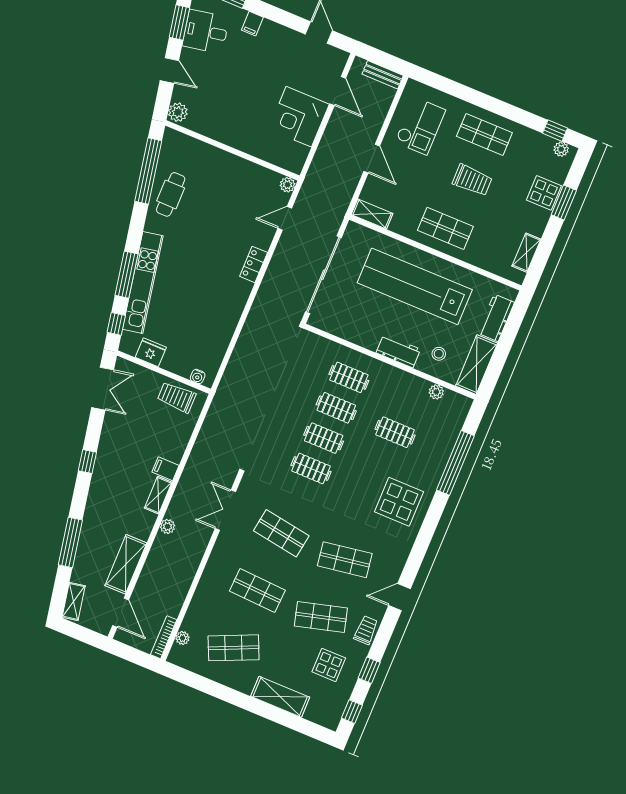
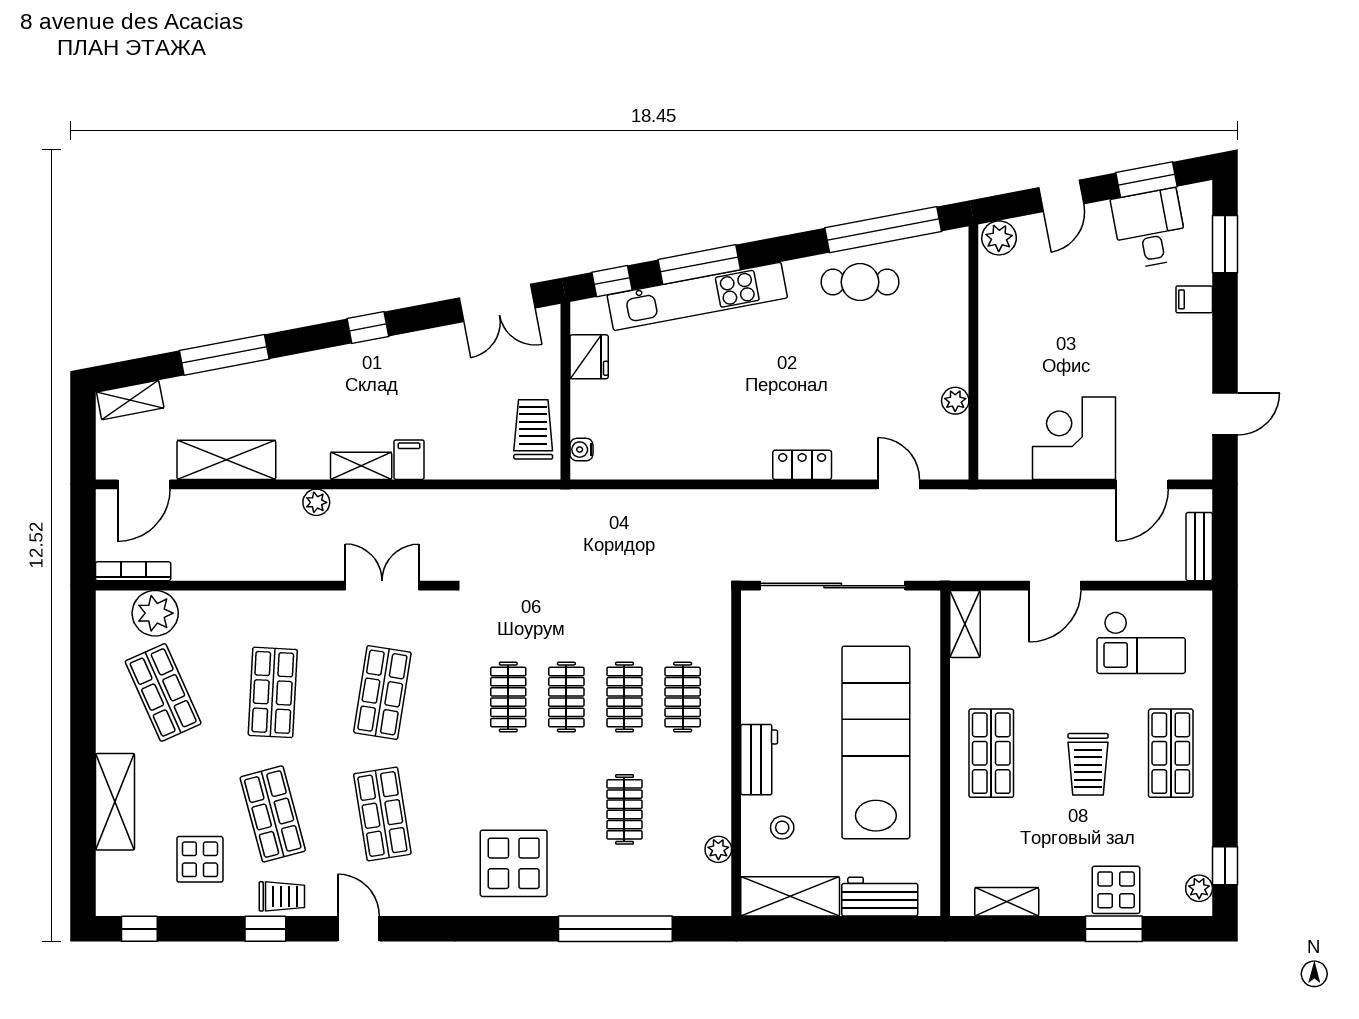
plant: (288, 185) -> (955, 401), moved
plant: (182, 638) -> (155, 613), width x1.88, depth x1.88
window: (369, 670) -> (265, 929), moved

